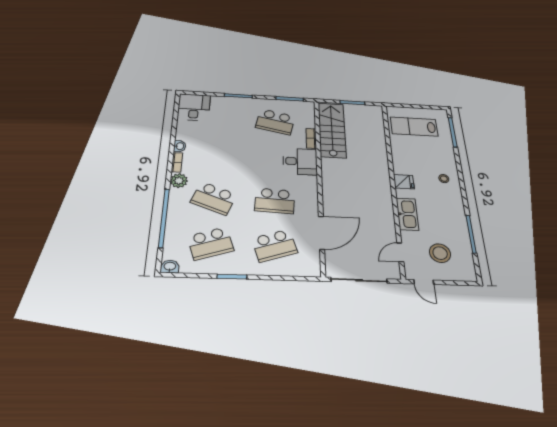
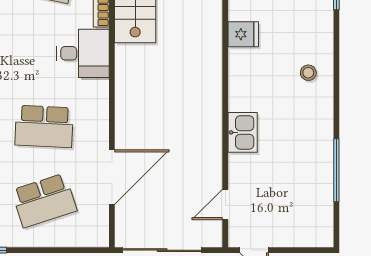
fridge: (404, 182) -> (243, 34), moved
kitchen sink: (407, 214) -> (243, 132), width x0.73
stool: (440, 253) -> (284, 204), removed

